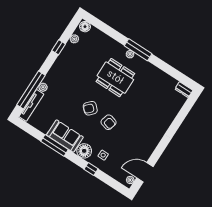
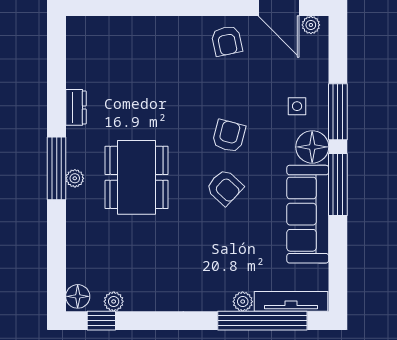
window: (59, 47) -> (101, 321), moved
dresser: (184, 90) -> (76, 107), moved
sofa: (65, 136) -> (308, 214), width x1.36
window: (55, 145) -> (338, 184), moved
armchair: (145, 145) -> (227, 41), added
window: (91, 169) -> (338, 112), width x2.17

